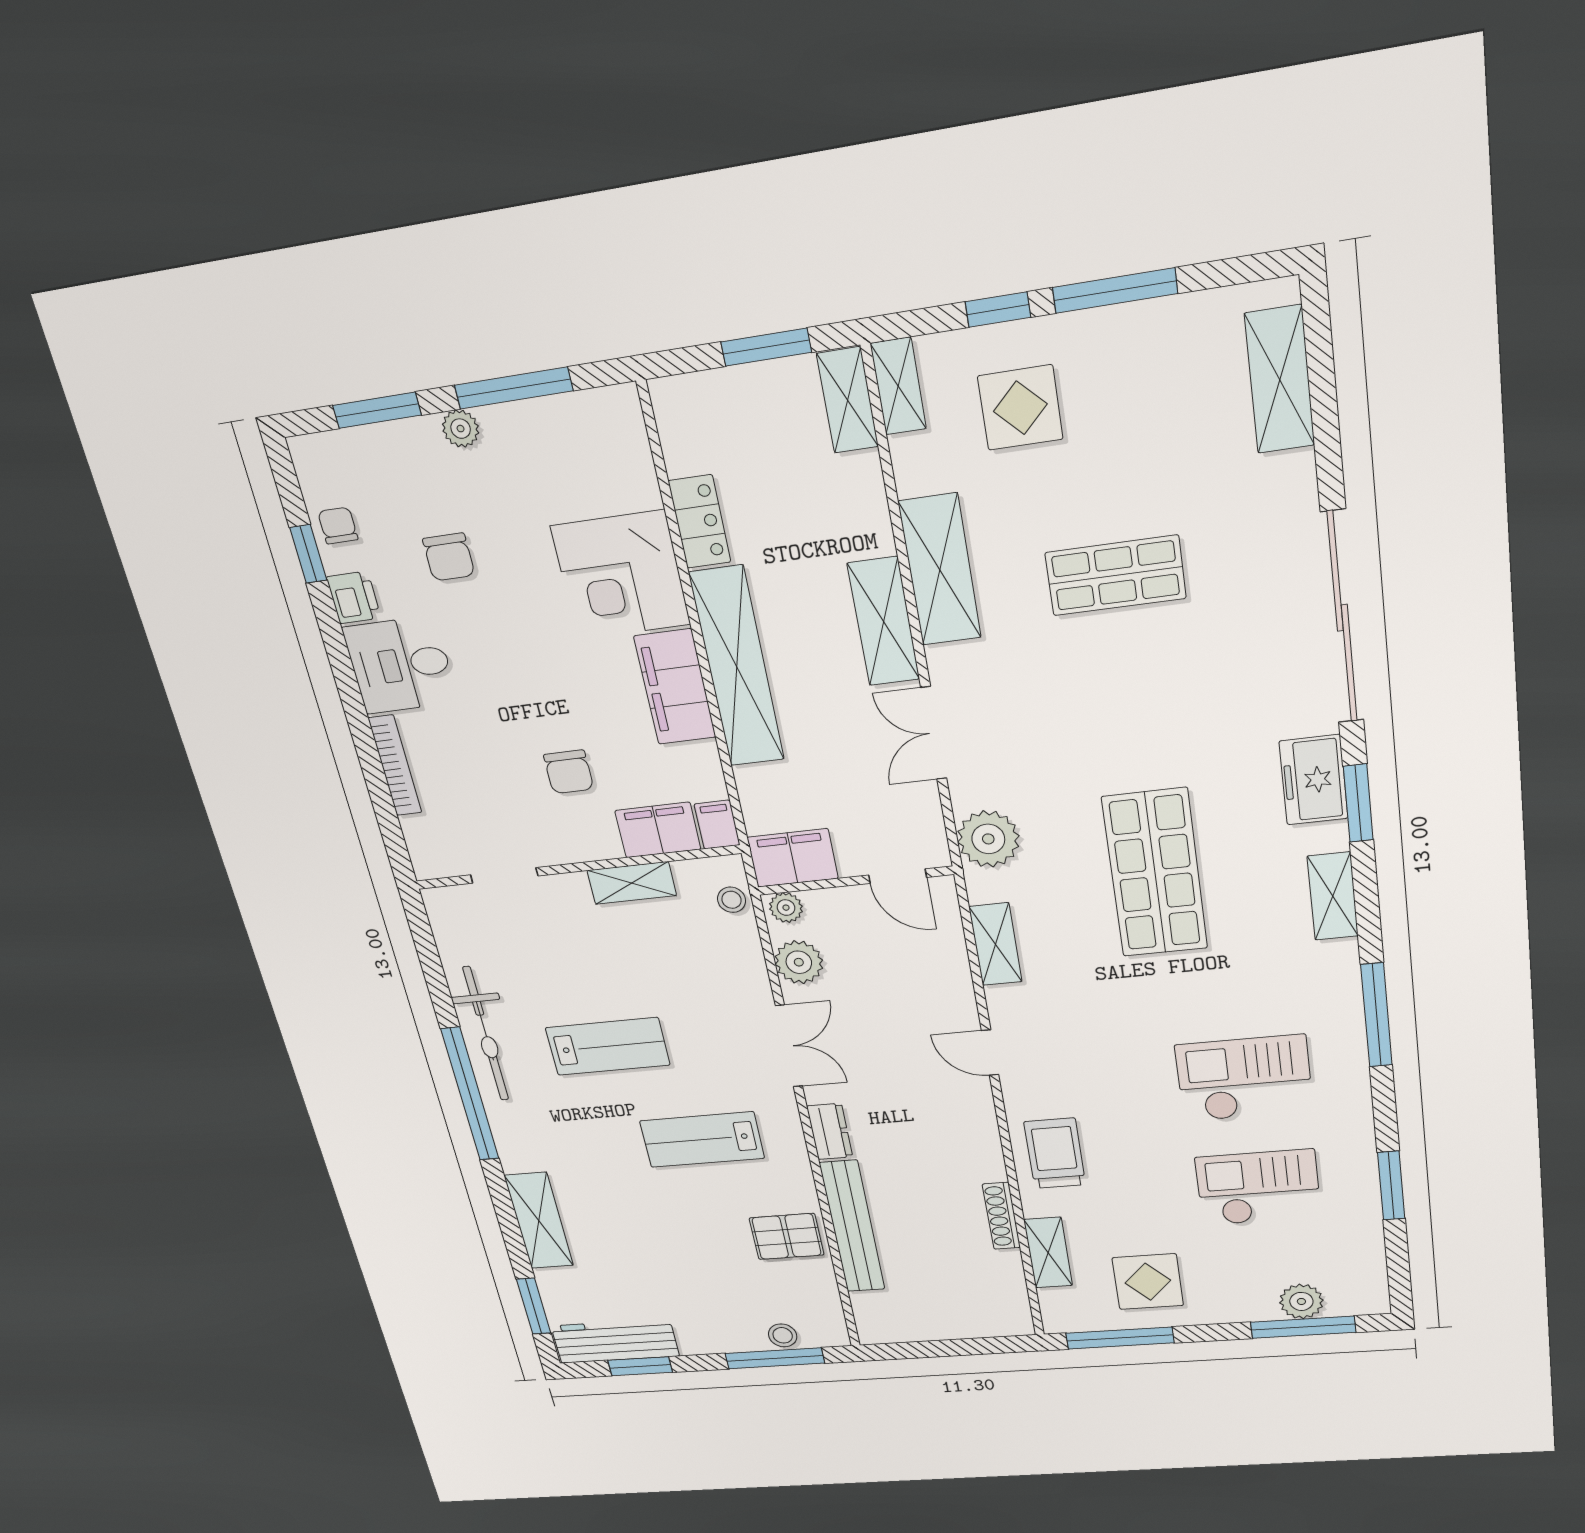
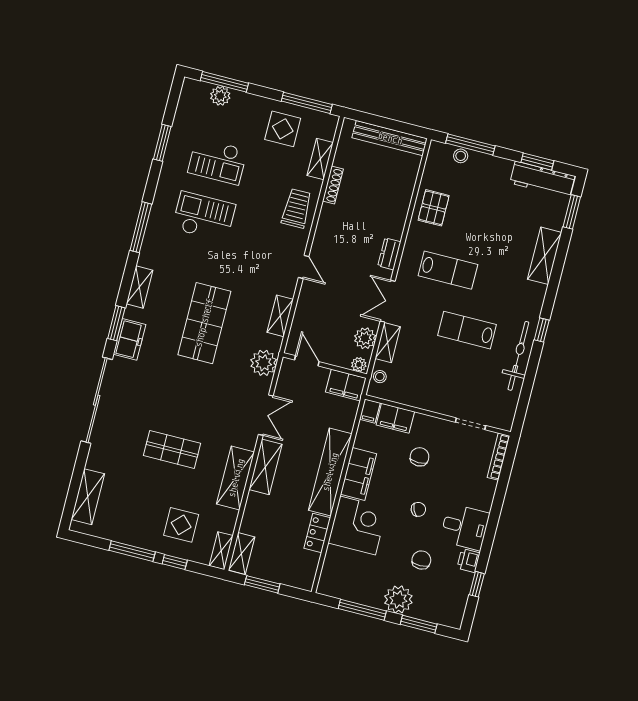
plant: (461, 429) -> (398, 599), width x1.88, depth x1.88
chair: (338, 526) -> (418, 509), moved, turned -114
bookcase: (395, 765) -> (498, 457), moved
shelving: (632, 883) -> (388, 343), moved, turned 90
checkout: (1244, 1078) -> (204, 217), turned 180
window: (470, 1094) -> (542, 330), width x0.32
trolley: (1055, 1153) -> (297, 208), turned 180
bench: (852, 1227) -> (390, 138), moved, turned 90
pallet: (787, 1236) -> (434, 208), turned 90

